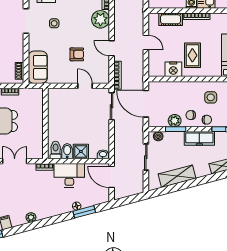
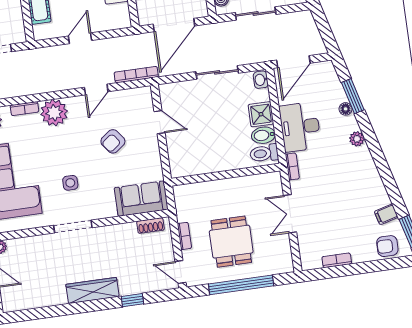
armchair: (77, 54) -> (113, 141), turned -127
door: (85, 86) -> (159, 122), swing flipped
sliding door: (112, 106) -> (217, 72), moved
plant: (31, 217) -> (357, 139), moved

